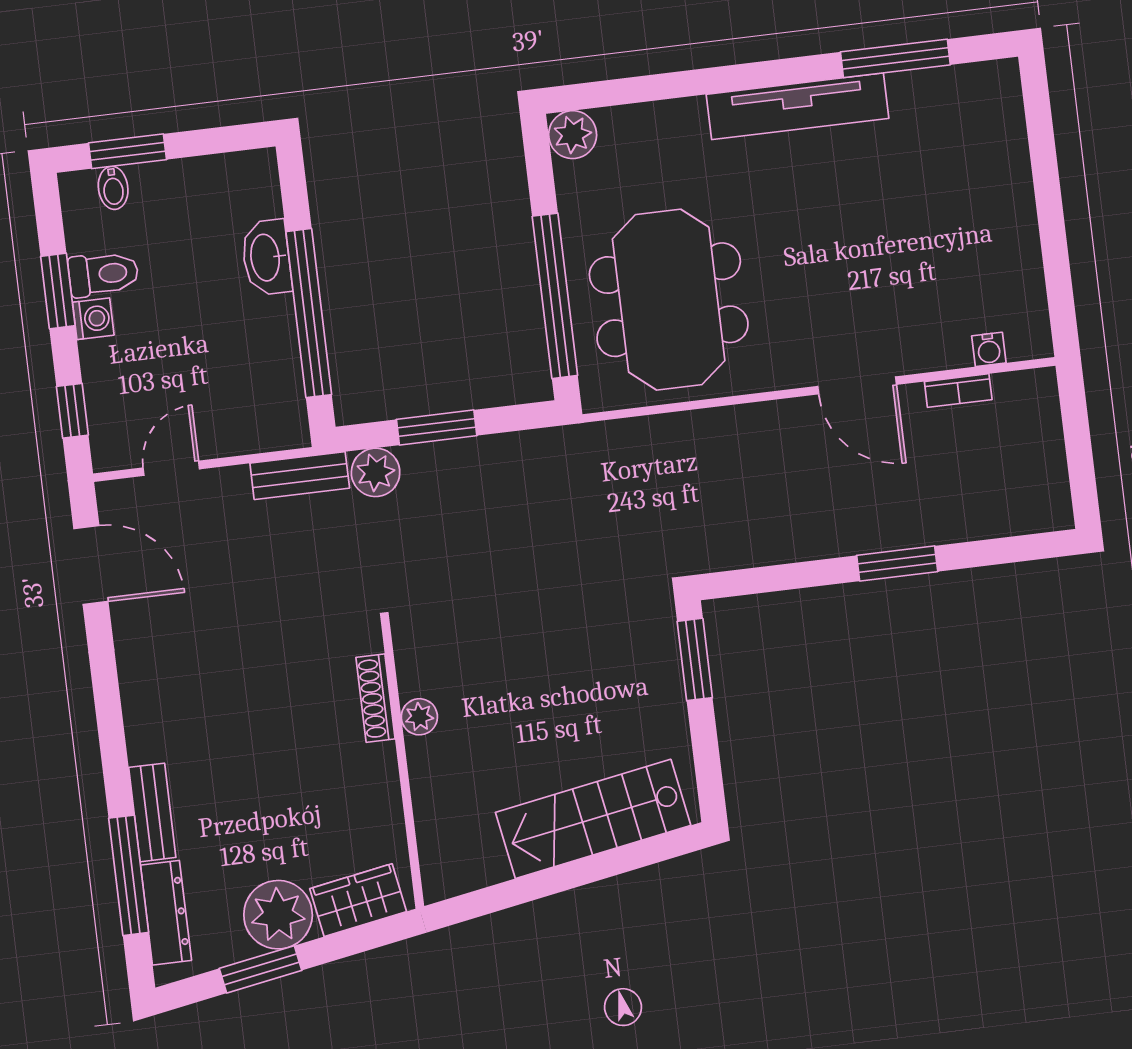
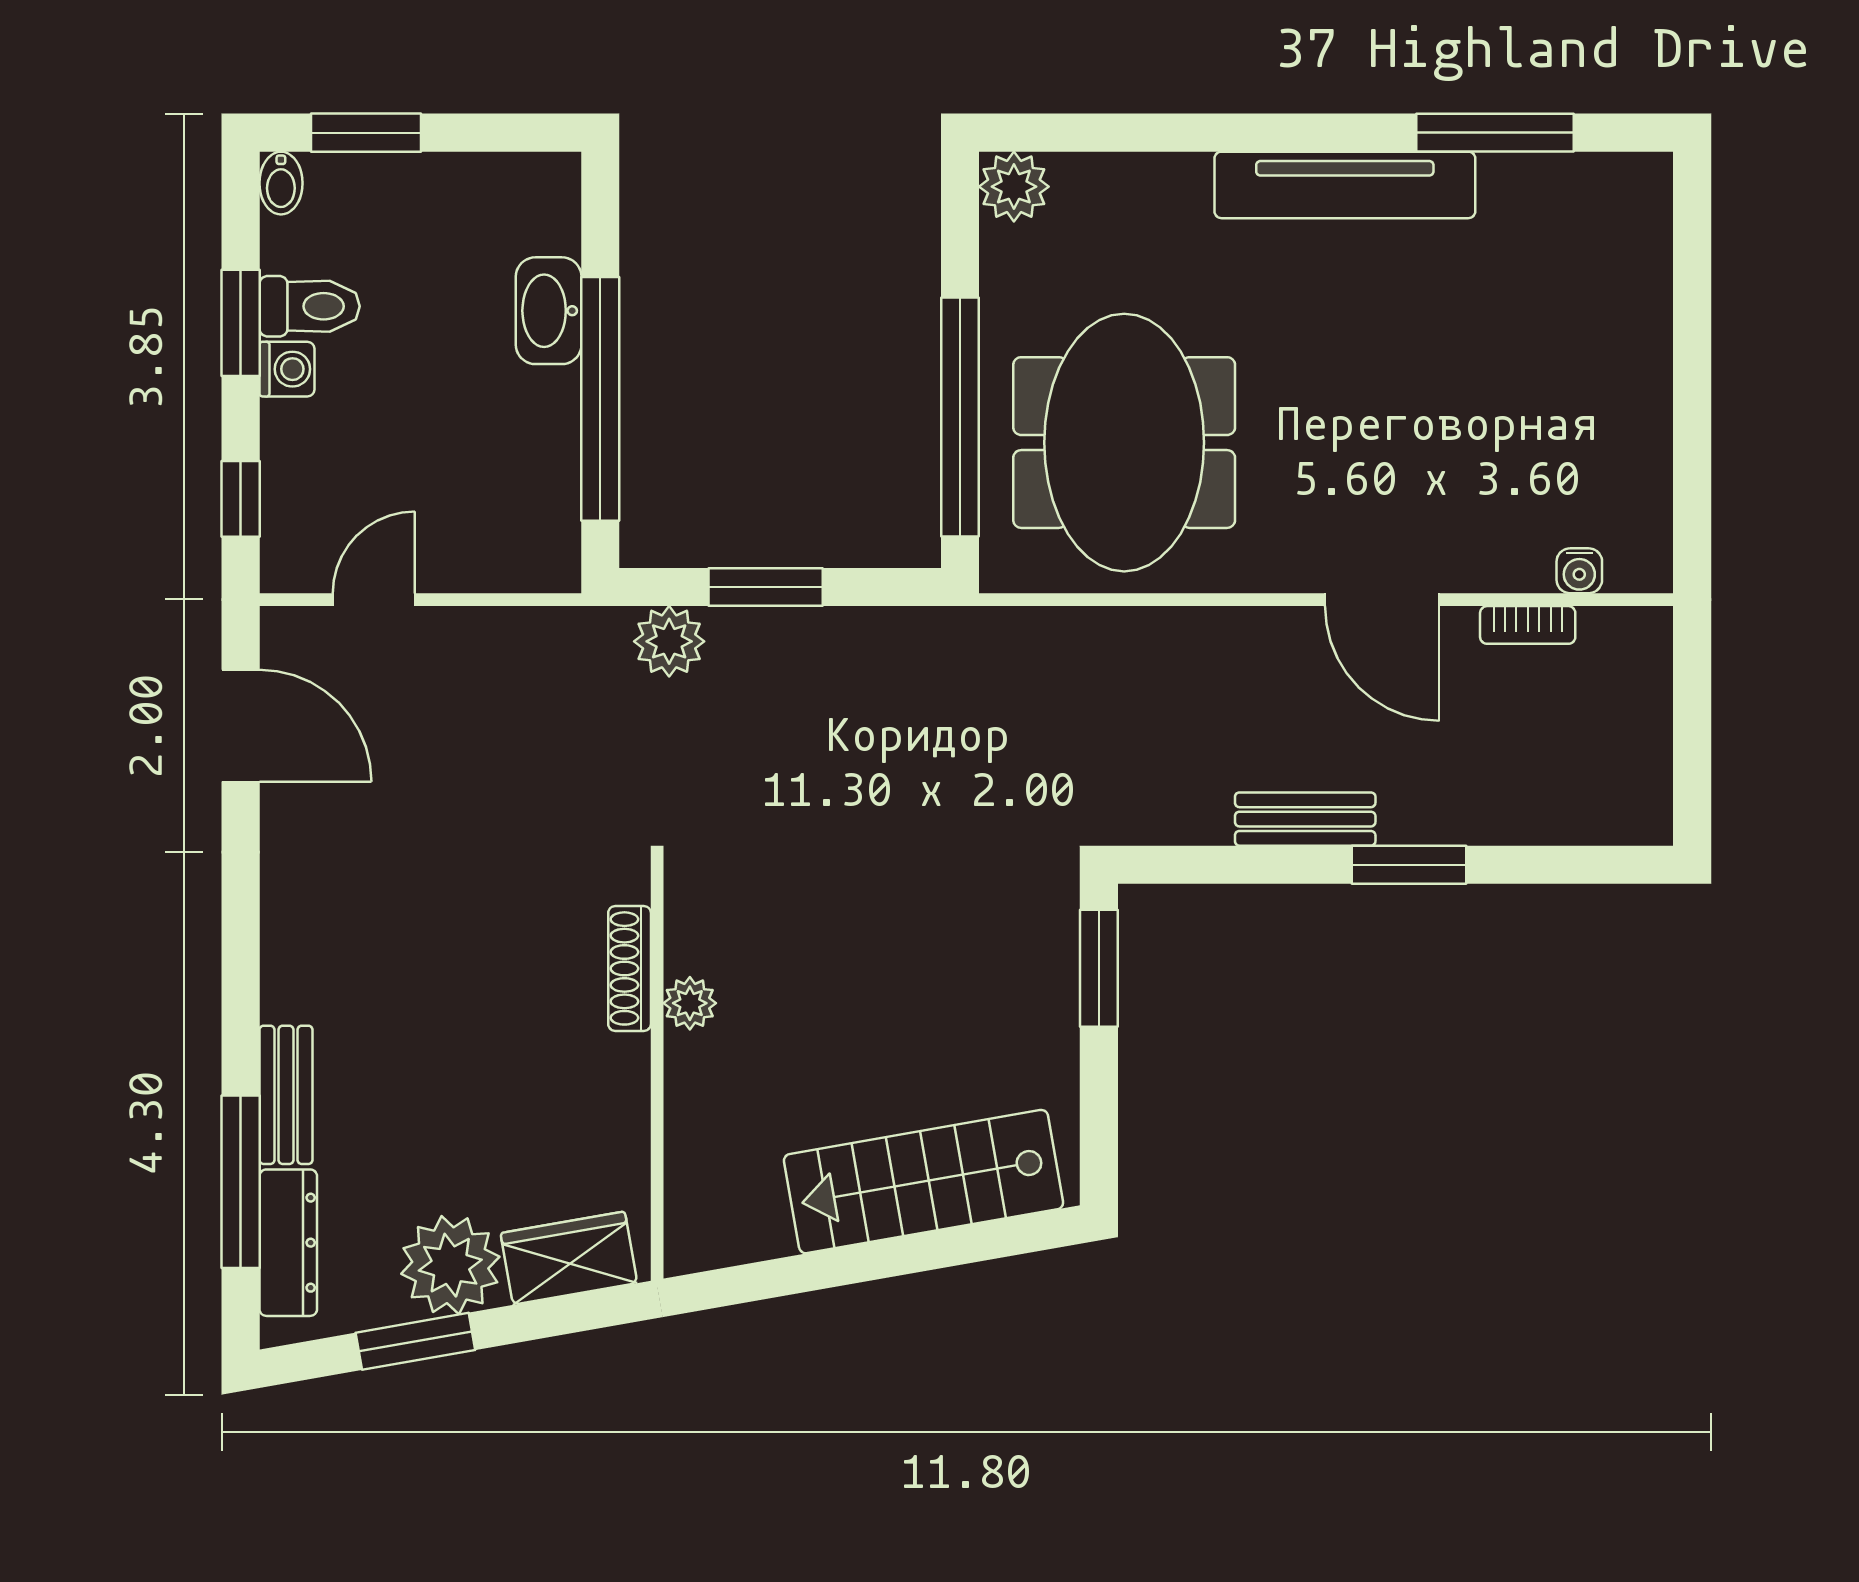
bidet: (113, 188) -> (281, 183), moved
bench: (300, 476) -> (1305, 819), moved

